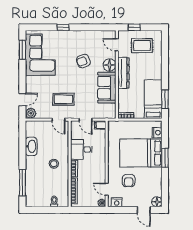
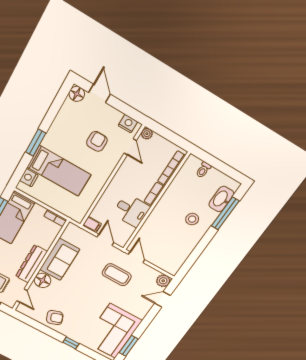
armchair: (83, 61) -> (55, 318), moved
washbasin: (31, 146) -> (221, 199), moved
bed: (141, 153) -> (59, 171), width x0.67
stool: (54, 164) -> (192, 219), moved

